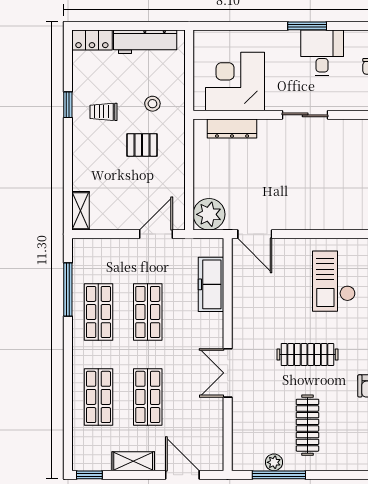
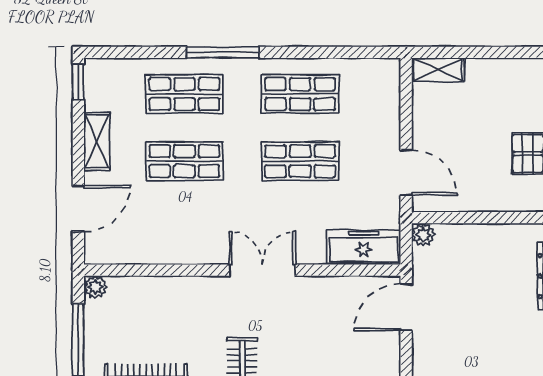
plant: (209, 214) -> (423, 235), width x0.53, depth x0.53
freezer: (211, 284) -> (364, 247), moved
window: (68, 289) -> (223, 52), moved
double door: (228, 373) -> (262, 270), moved
plant: (274, 462) -> (95, 287), moved

